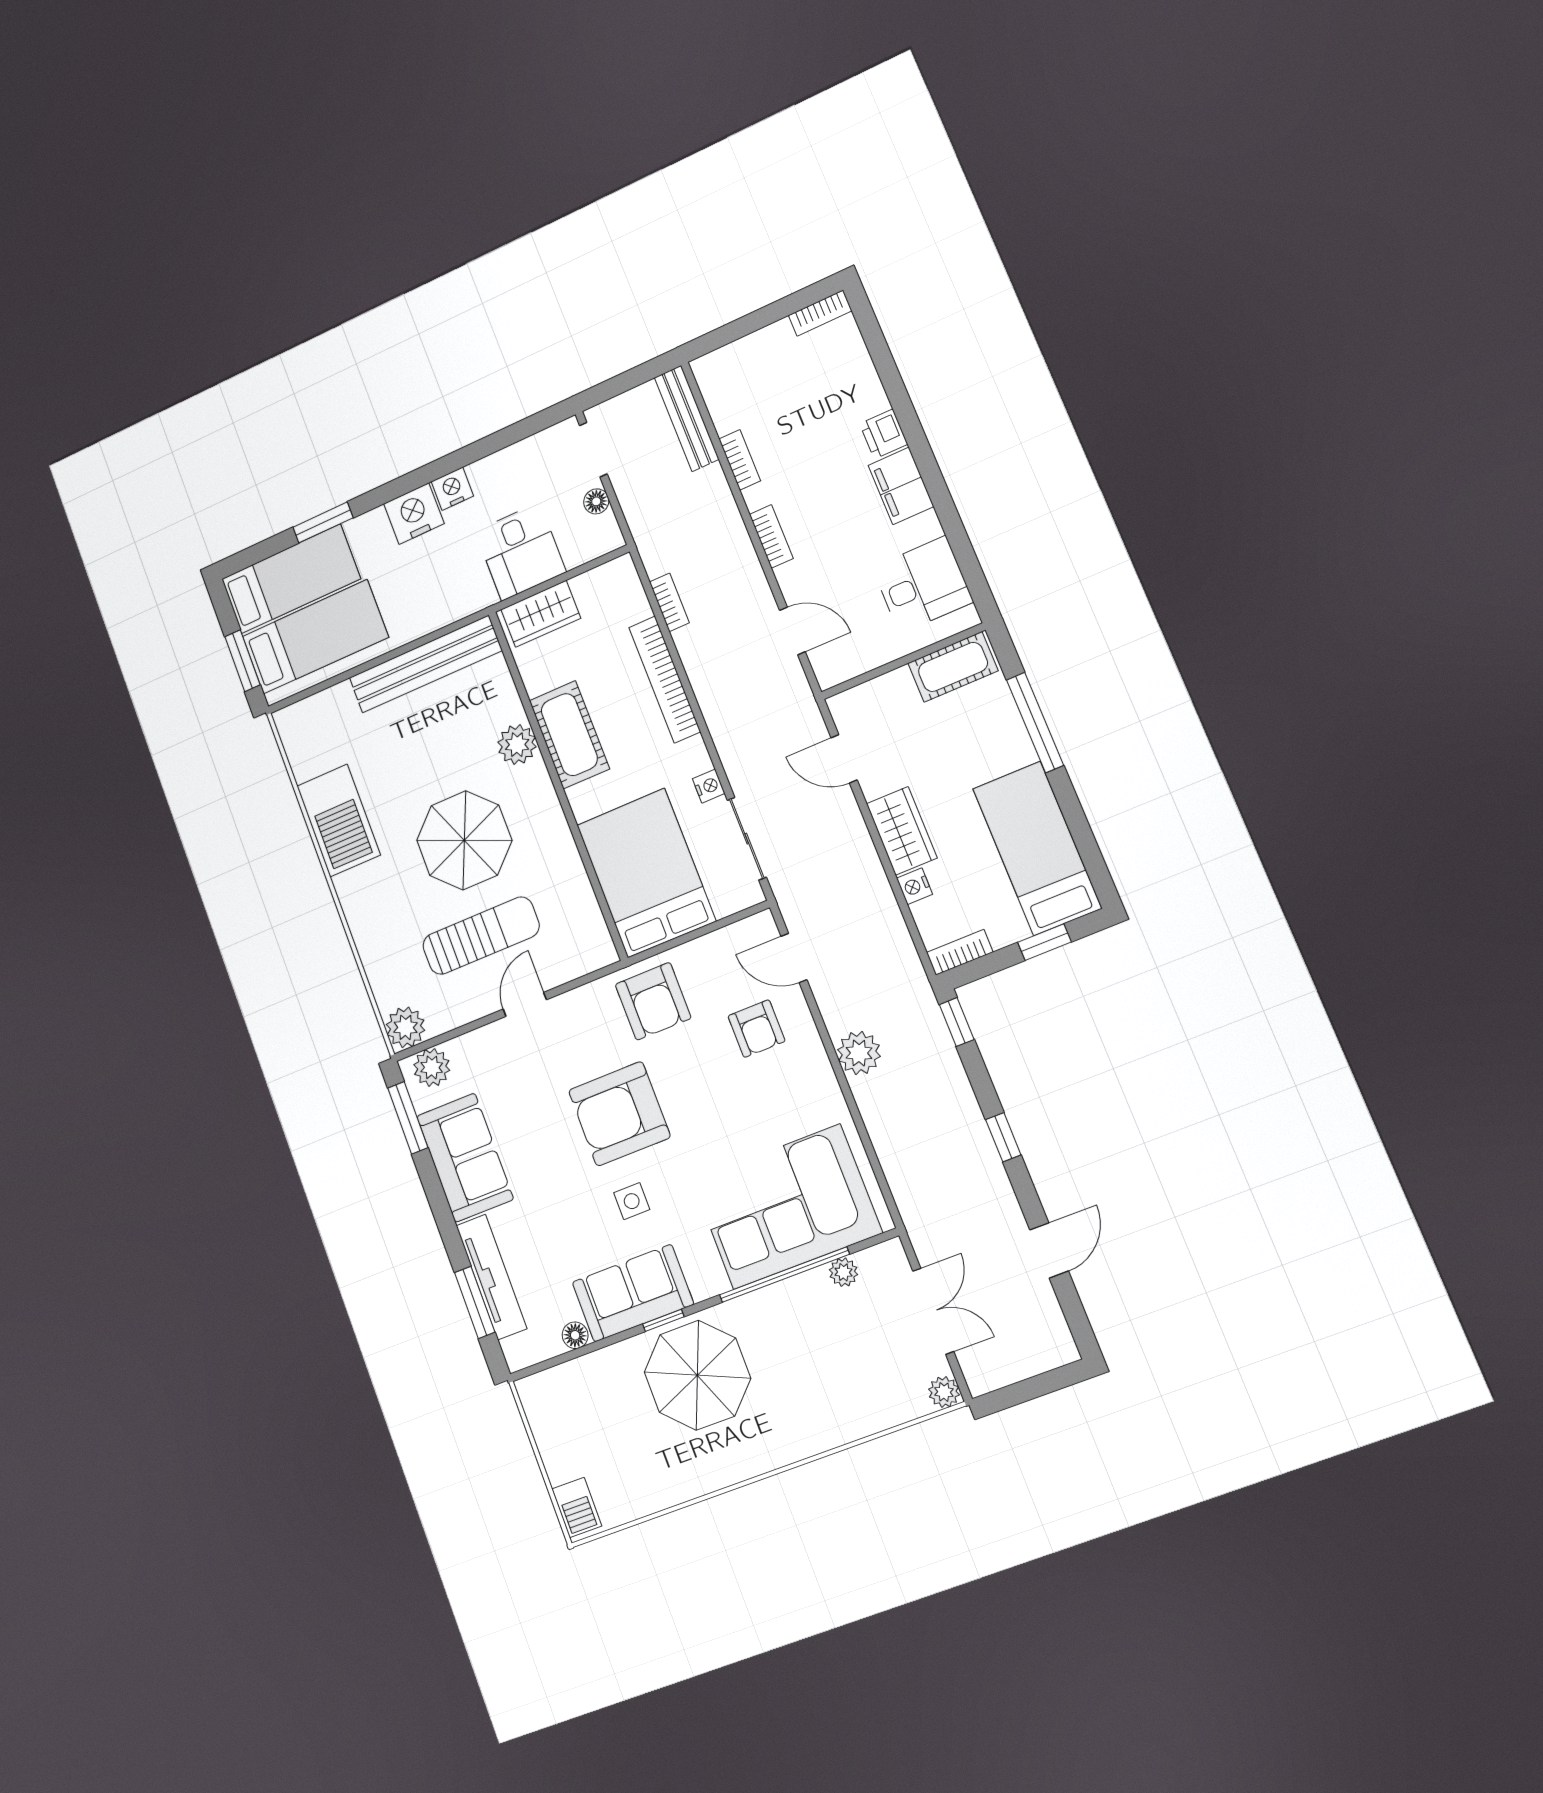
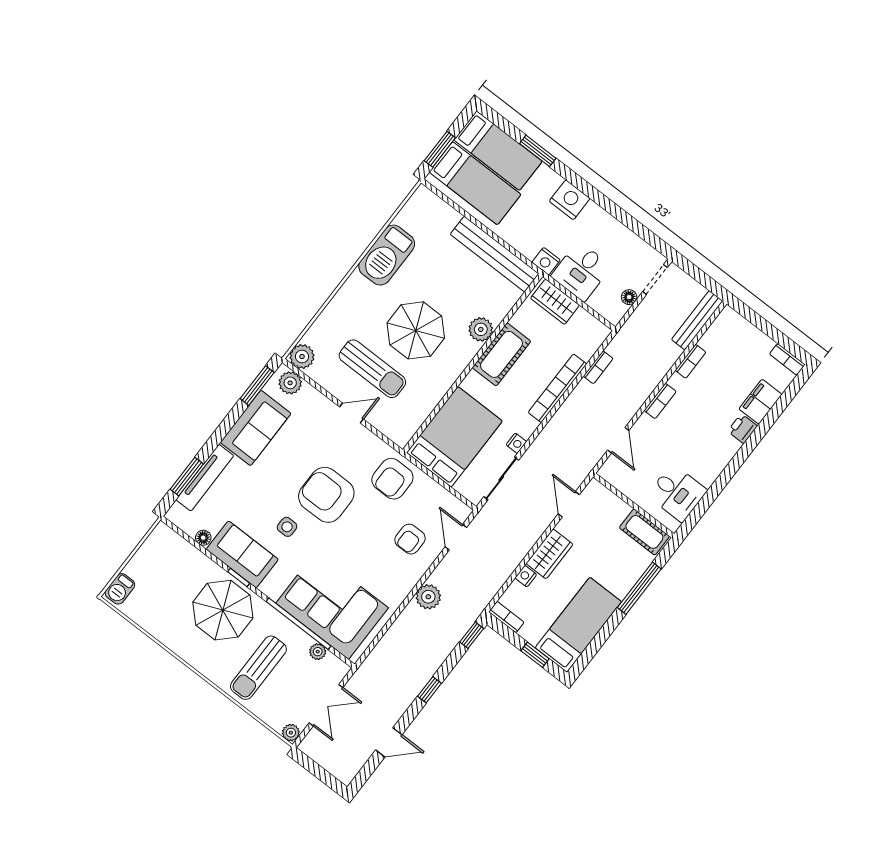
filing cabinet: (901, 486) -> (760, 402), moved
nightstand: (452, 489) -> (546, 261), moved, turned 180
sun lounger: (815, 1377) -> (258, 668), added

